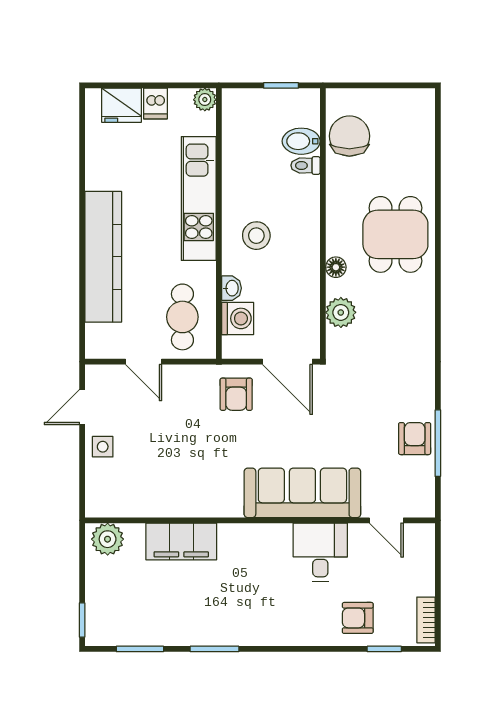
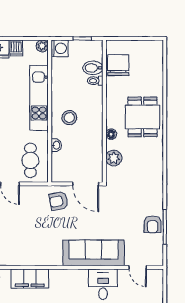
washing machine: (238, 318) -> (59, 48), moved
armchair: (236, 394) -> (59, 201), turned 79
armchair: (415, 439) -> (153, 224), turned 180

